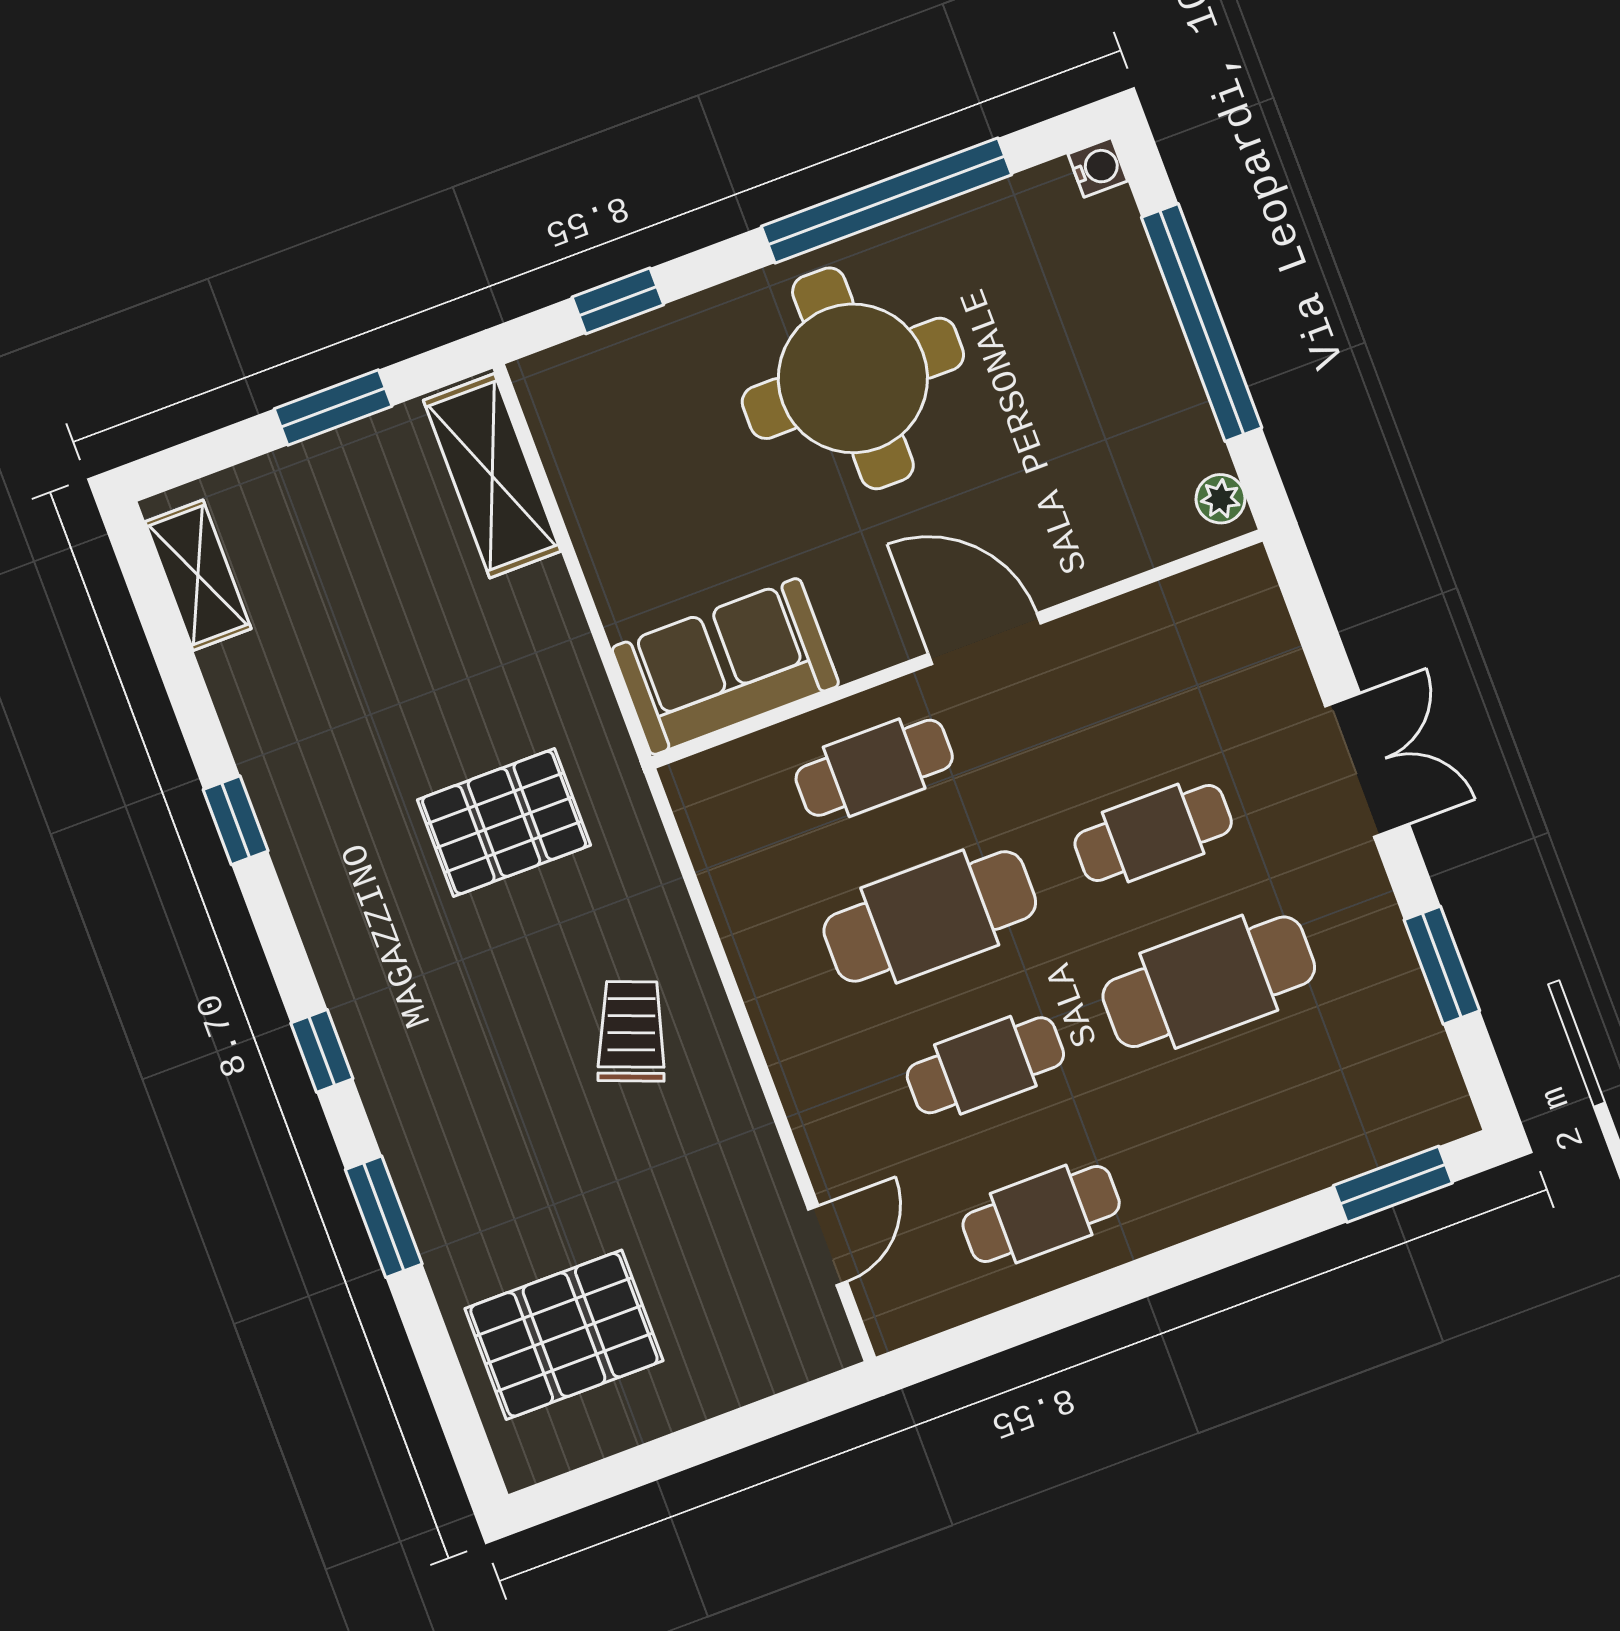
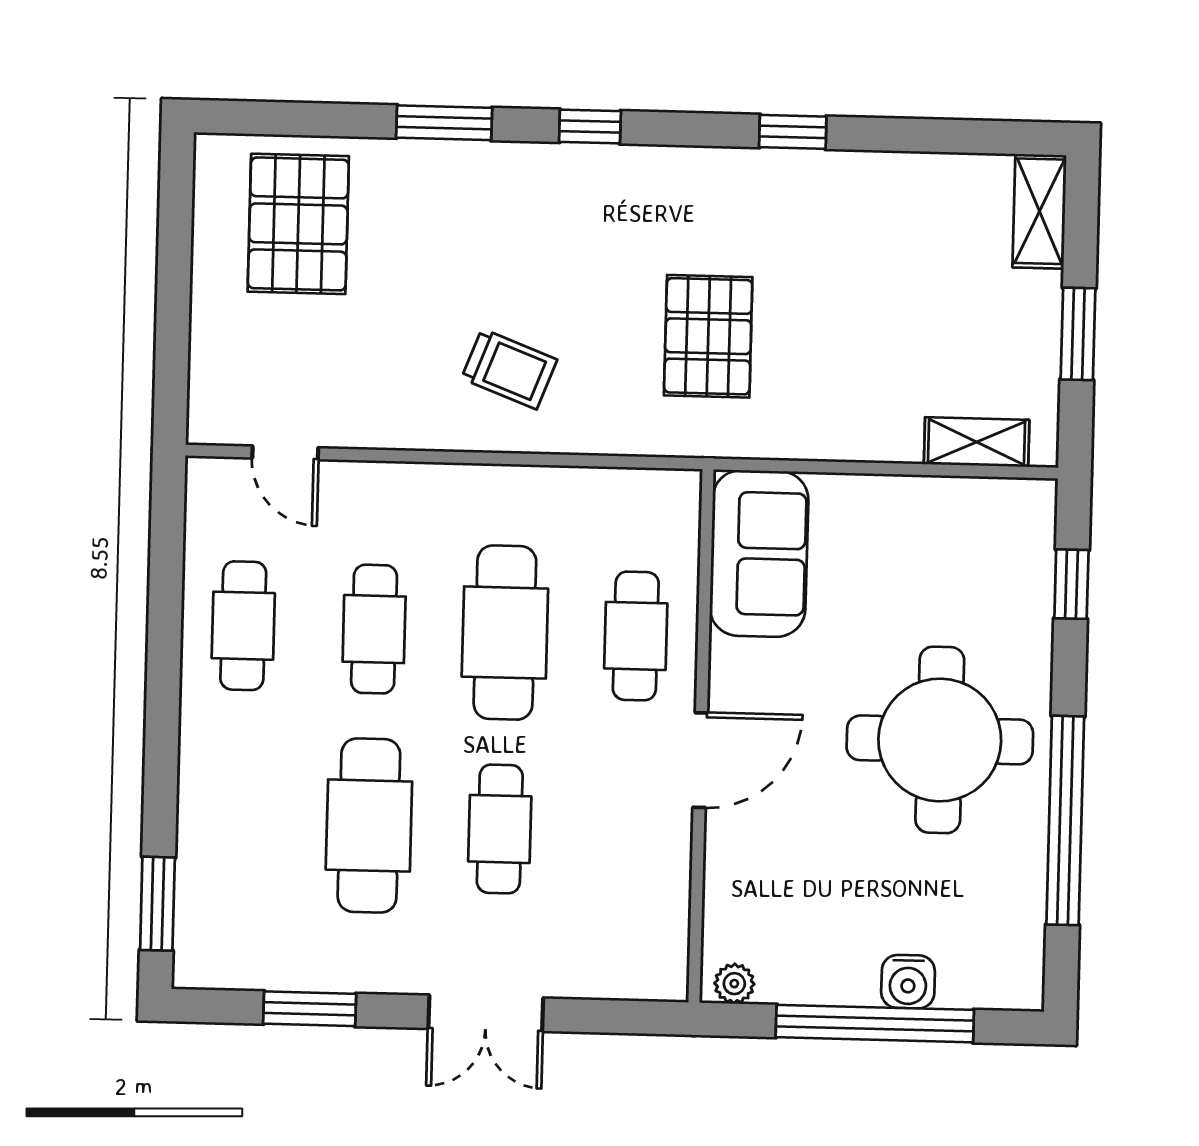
water cooler: (1098, 167) -> (908, 982), moved, width x1.38, depth x1.38
shelving: (492, 476) -> (977, 442), width x0.67, depth x0.75
shelving: (198, 575) -> (1040, 211), moved, turned 90

